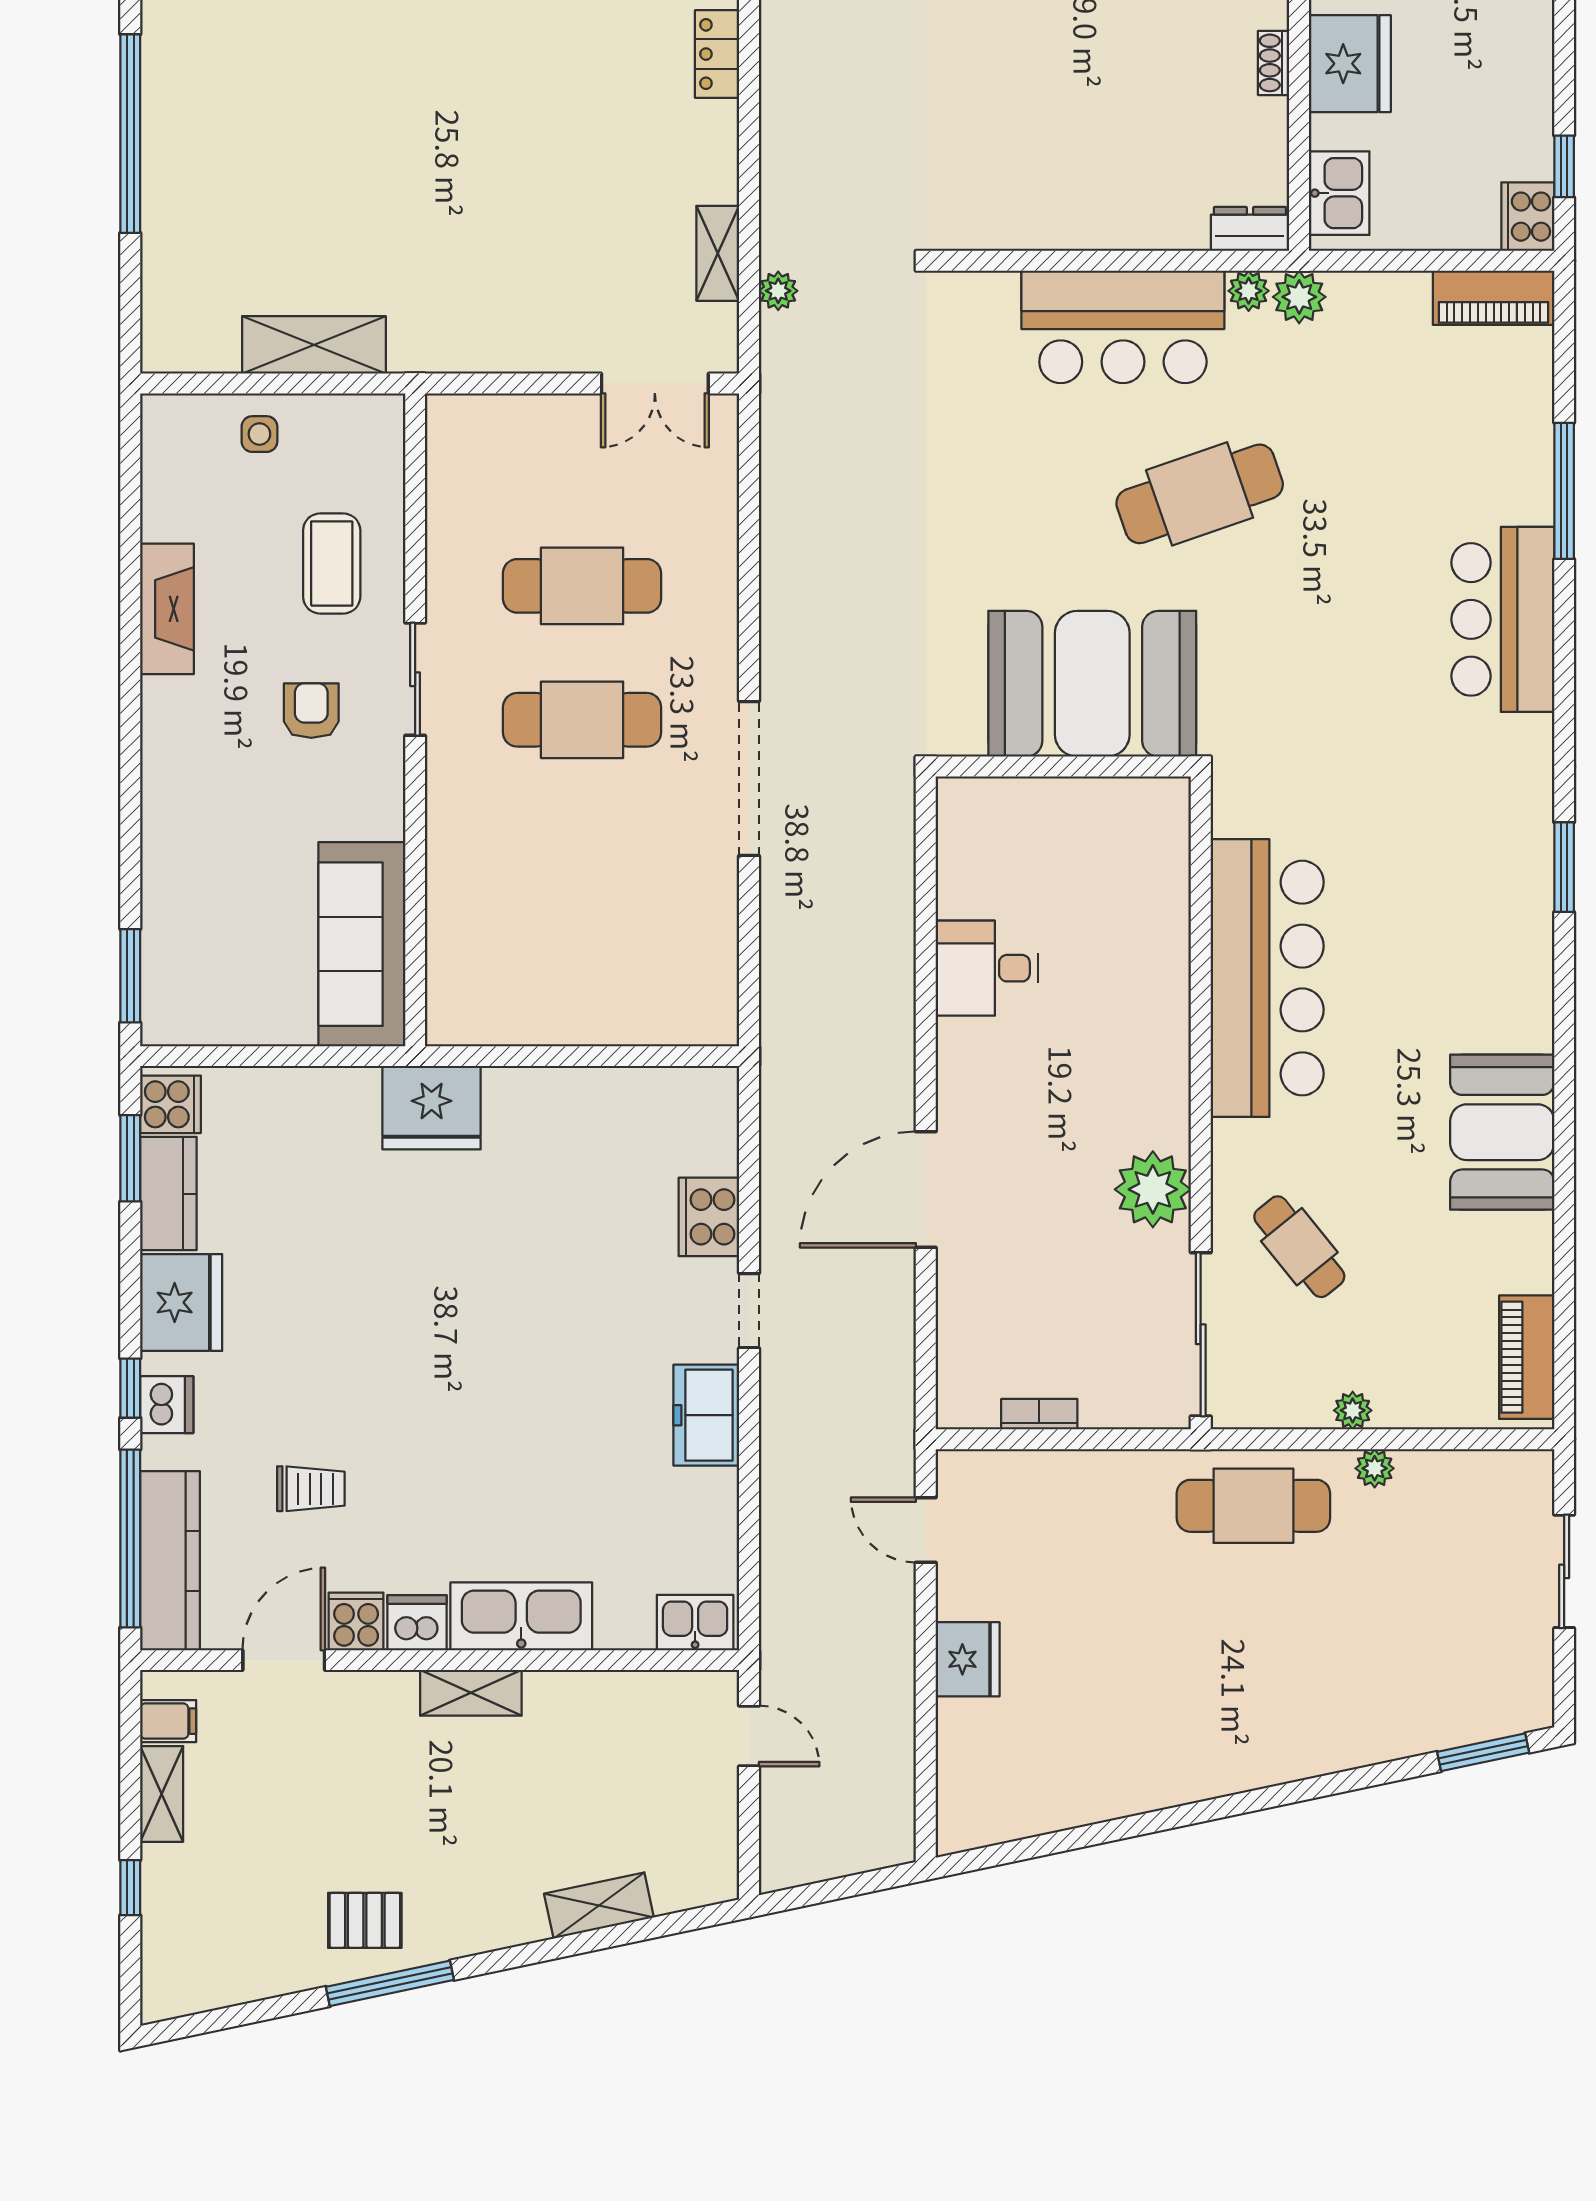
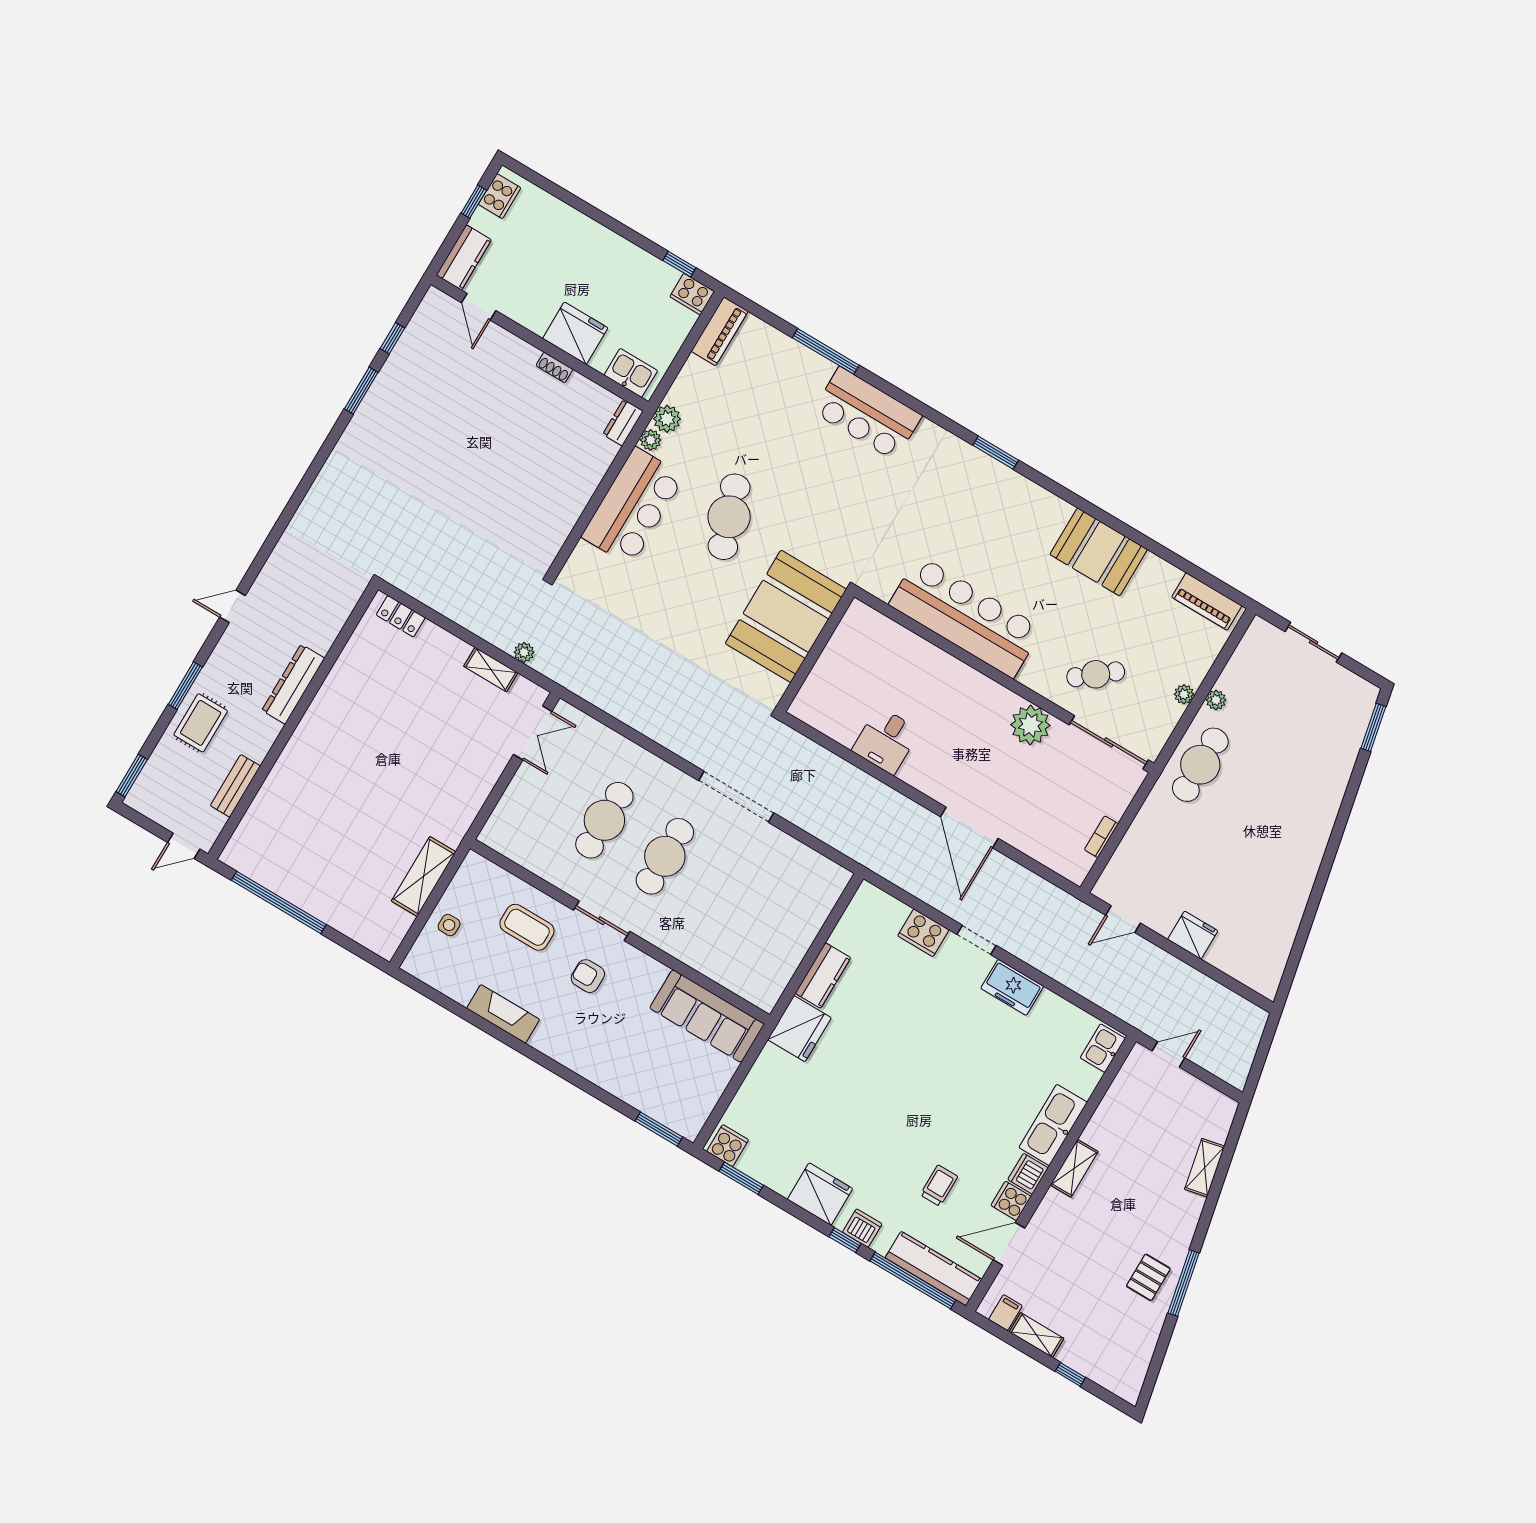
kitchen counter: (168, 1194) -> (823, 975), moved, turned 90
door: (284, 1660) -> (1009, 1244), hinge flipped

